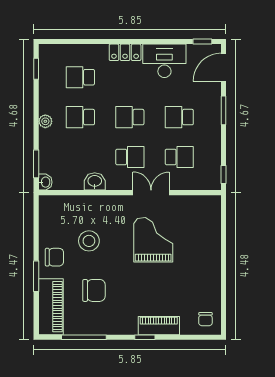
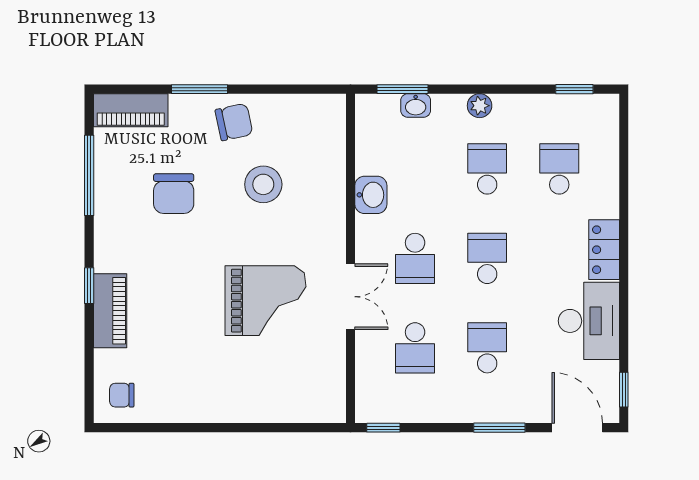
washbasin: (45, 182) -> (416, 105), moved
chair: (54, 257) -> (234, 122), turned -102
piano: (51, 307) -> (131, 110), width x0.73, depth x0.75

